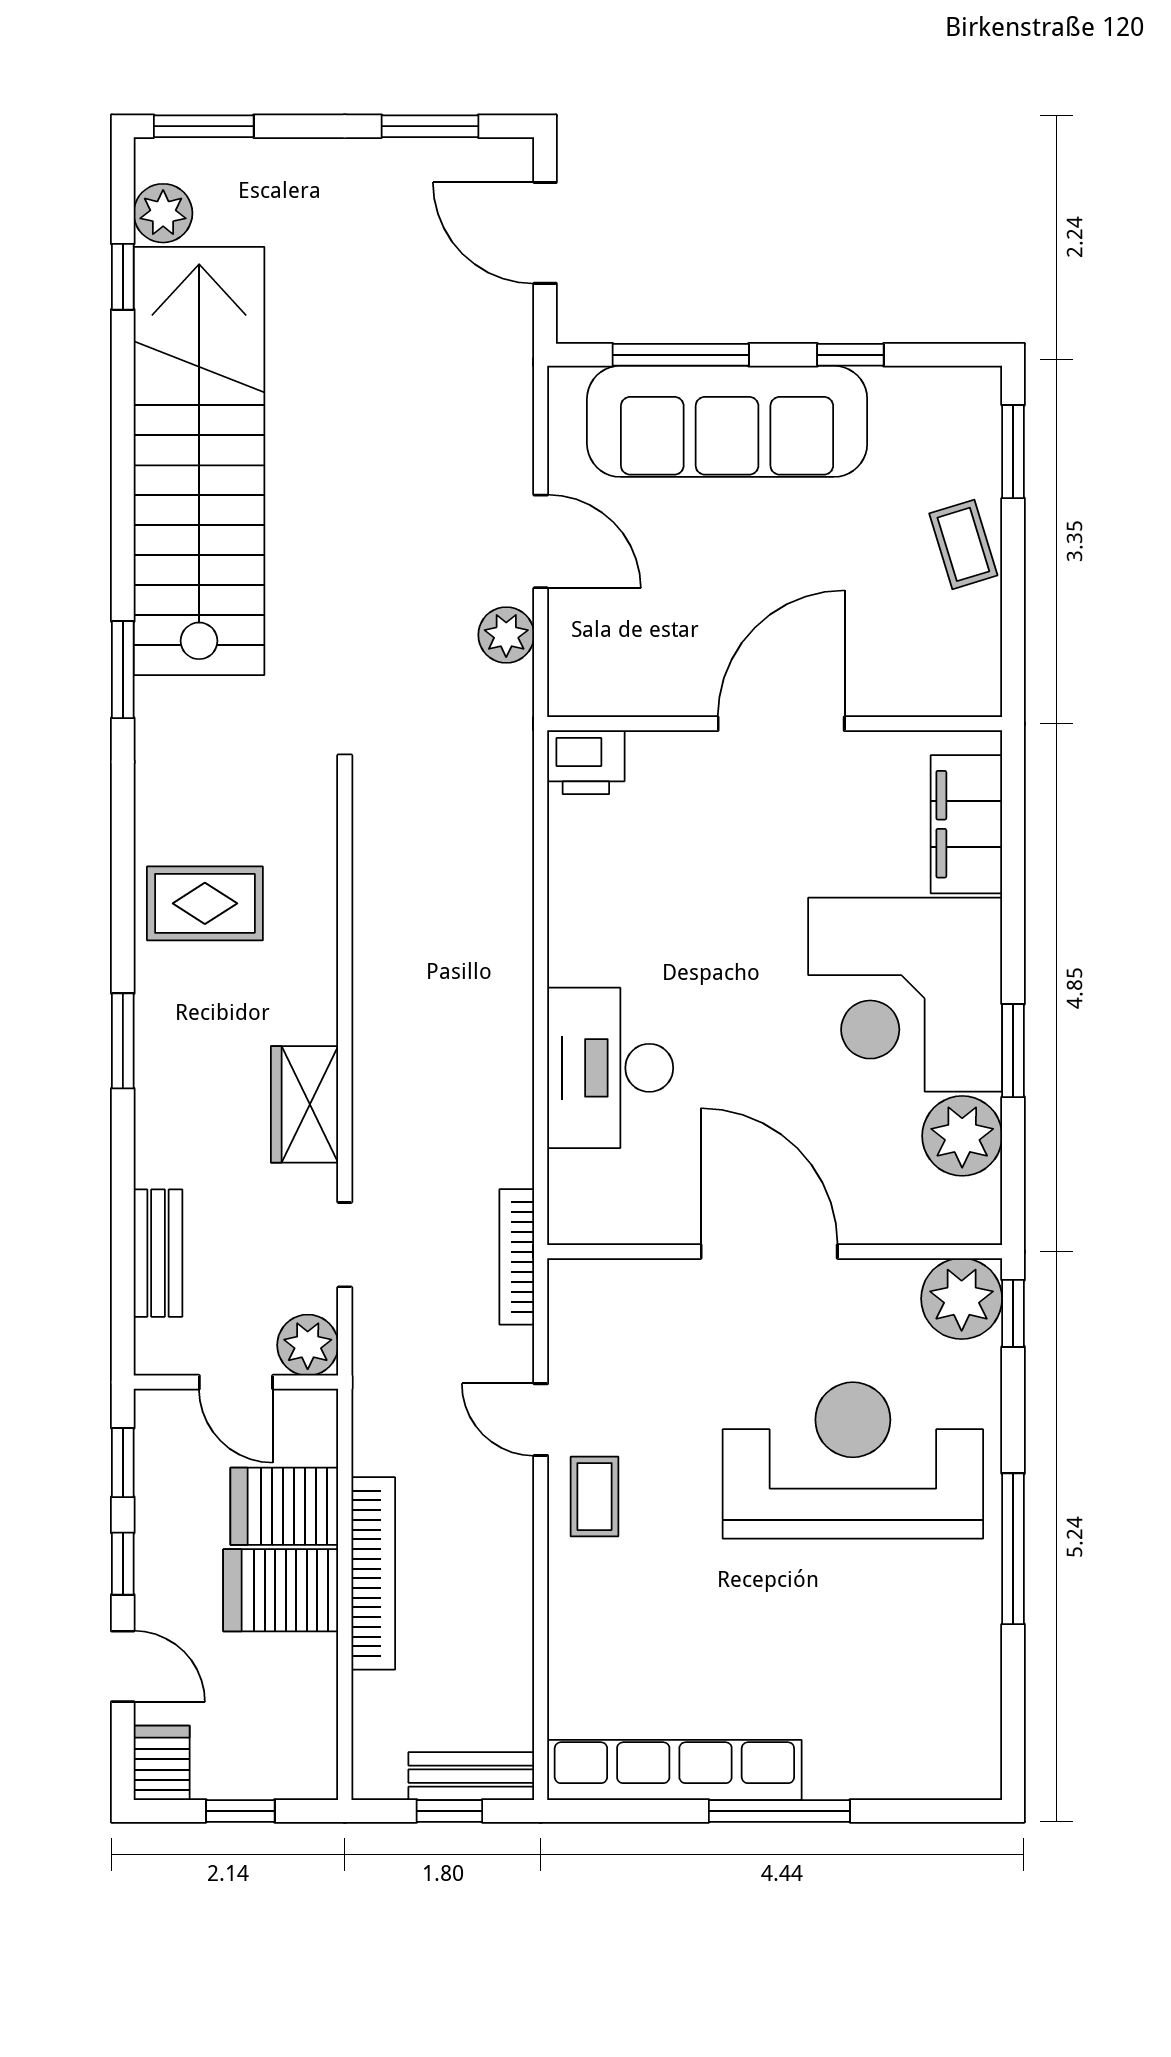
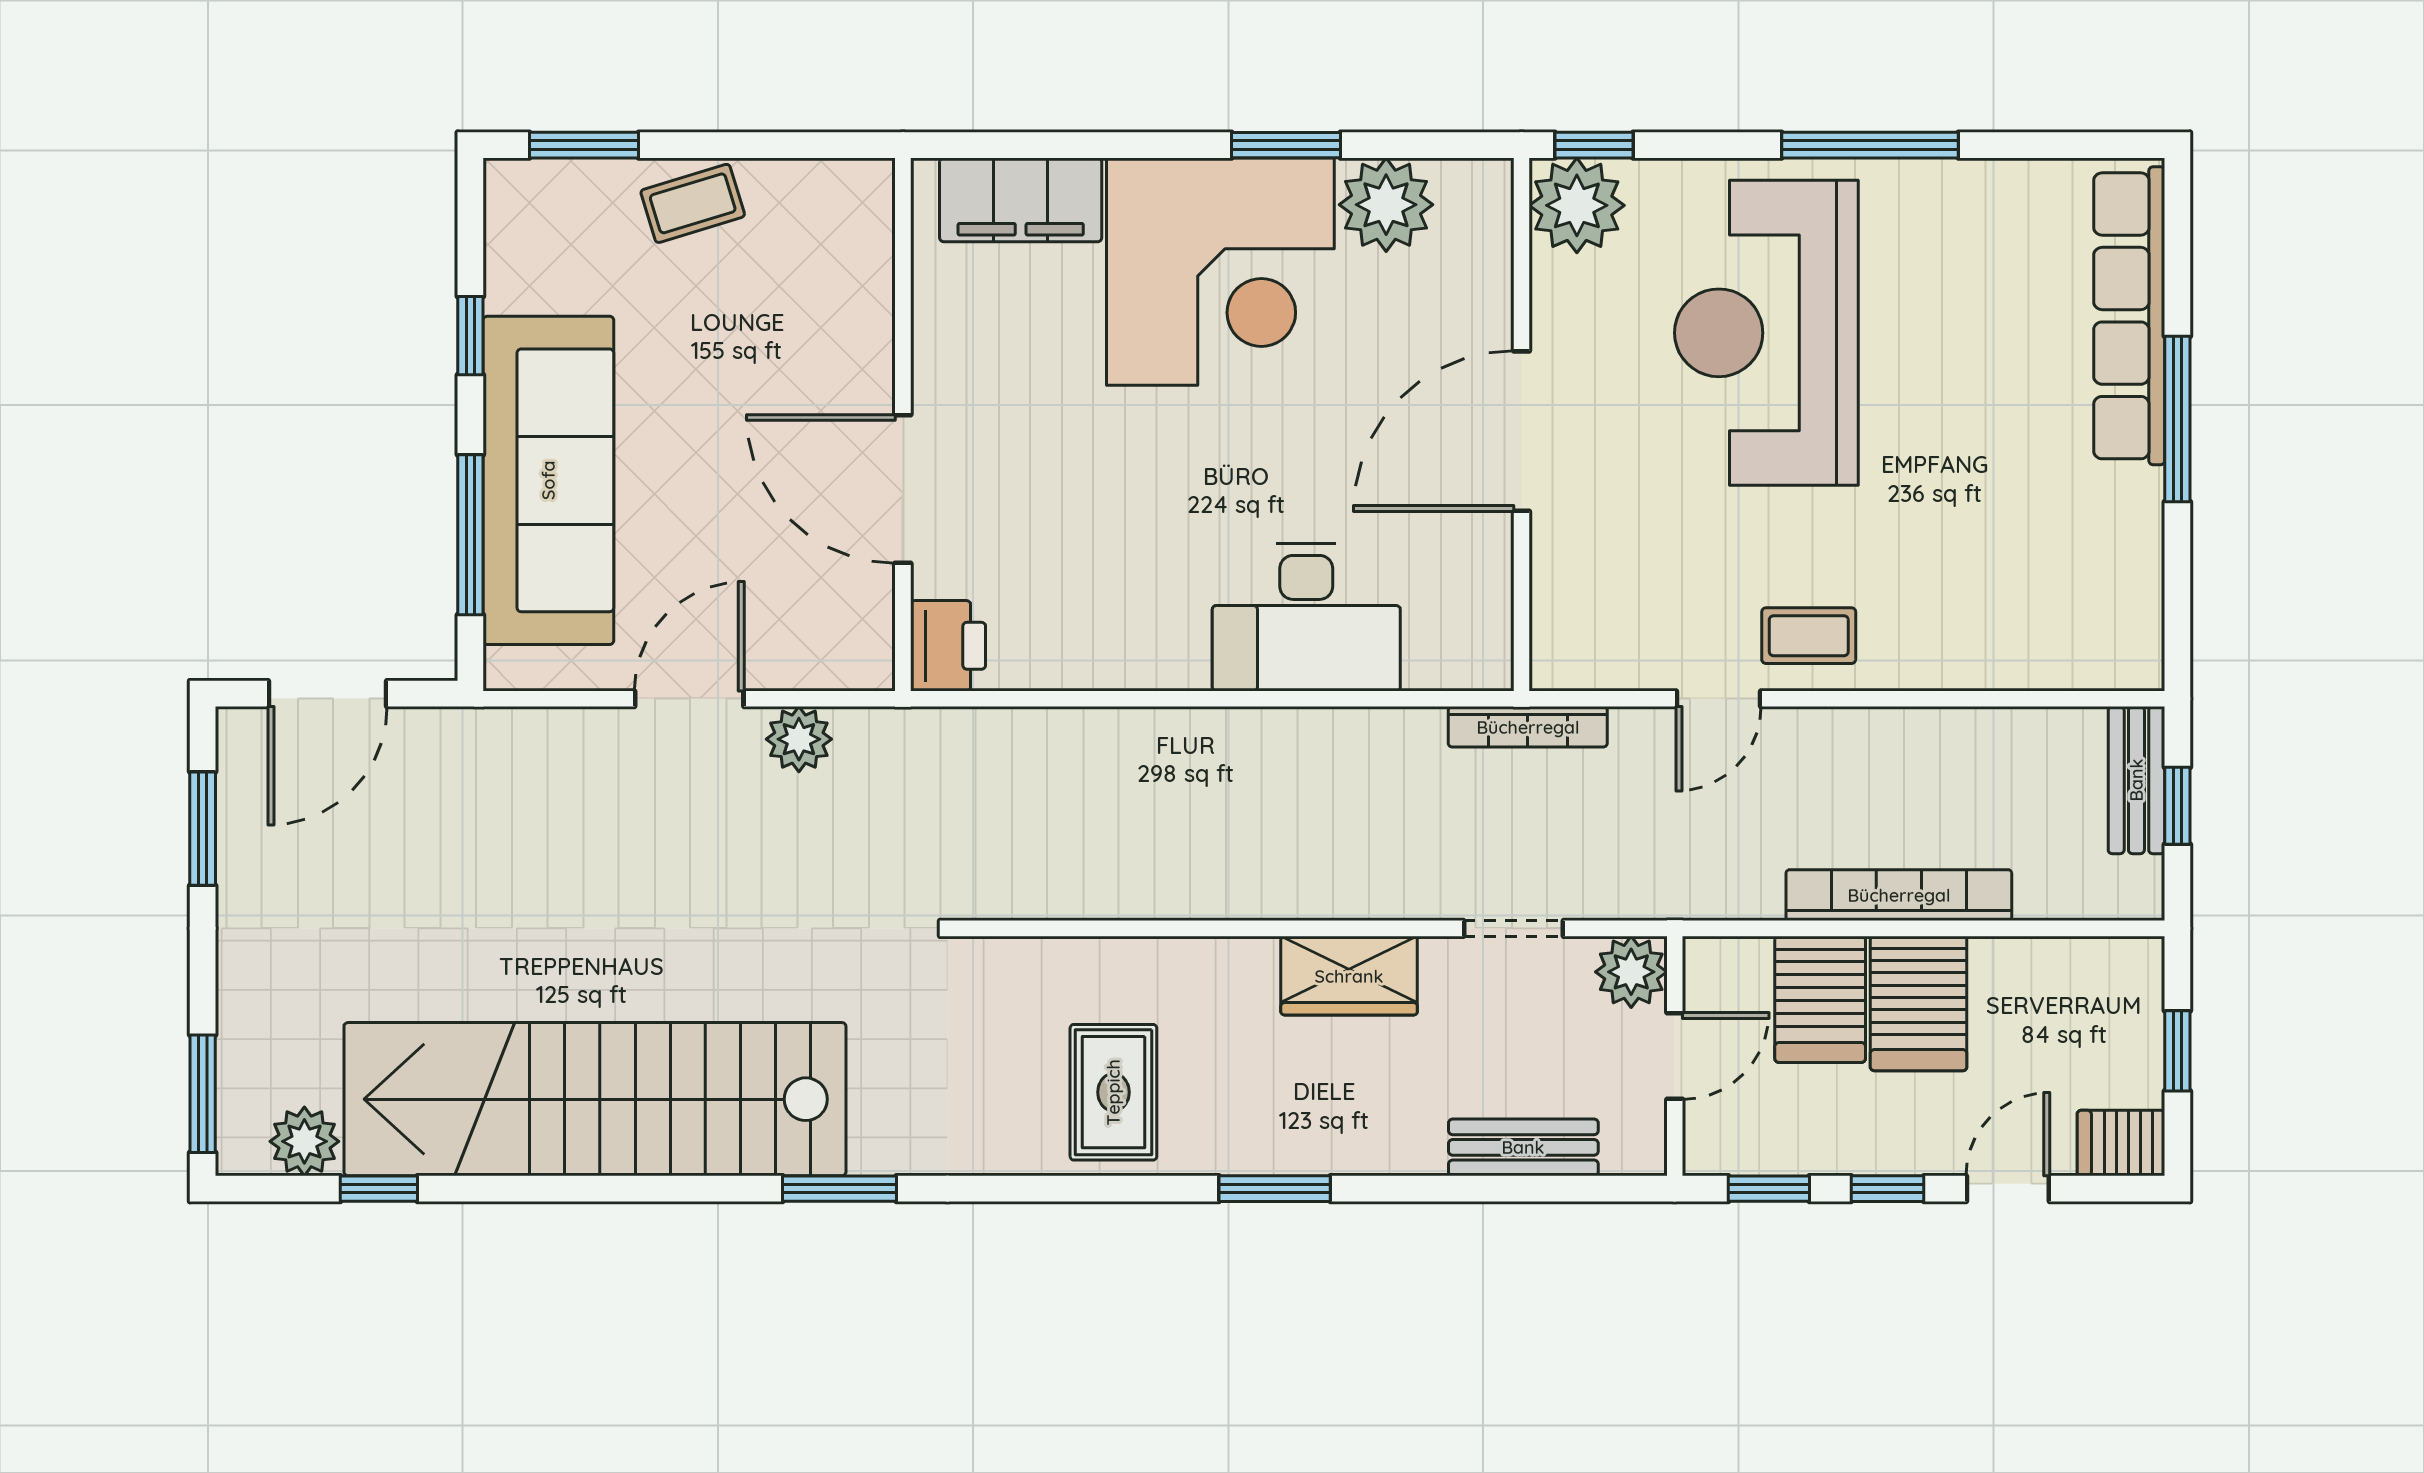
door: (781, 724) -> (903, 489), moved
row of seats: (674, 1770) -> (2129, 316), moved

